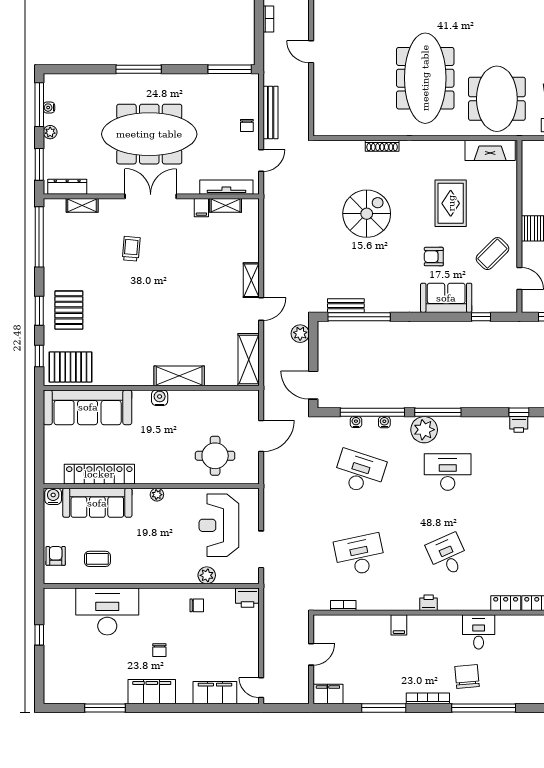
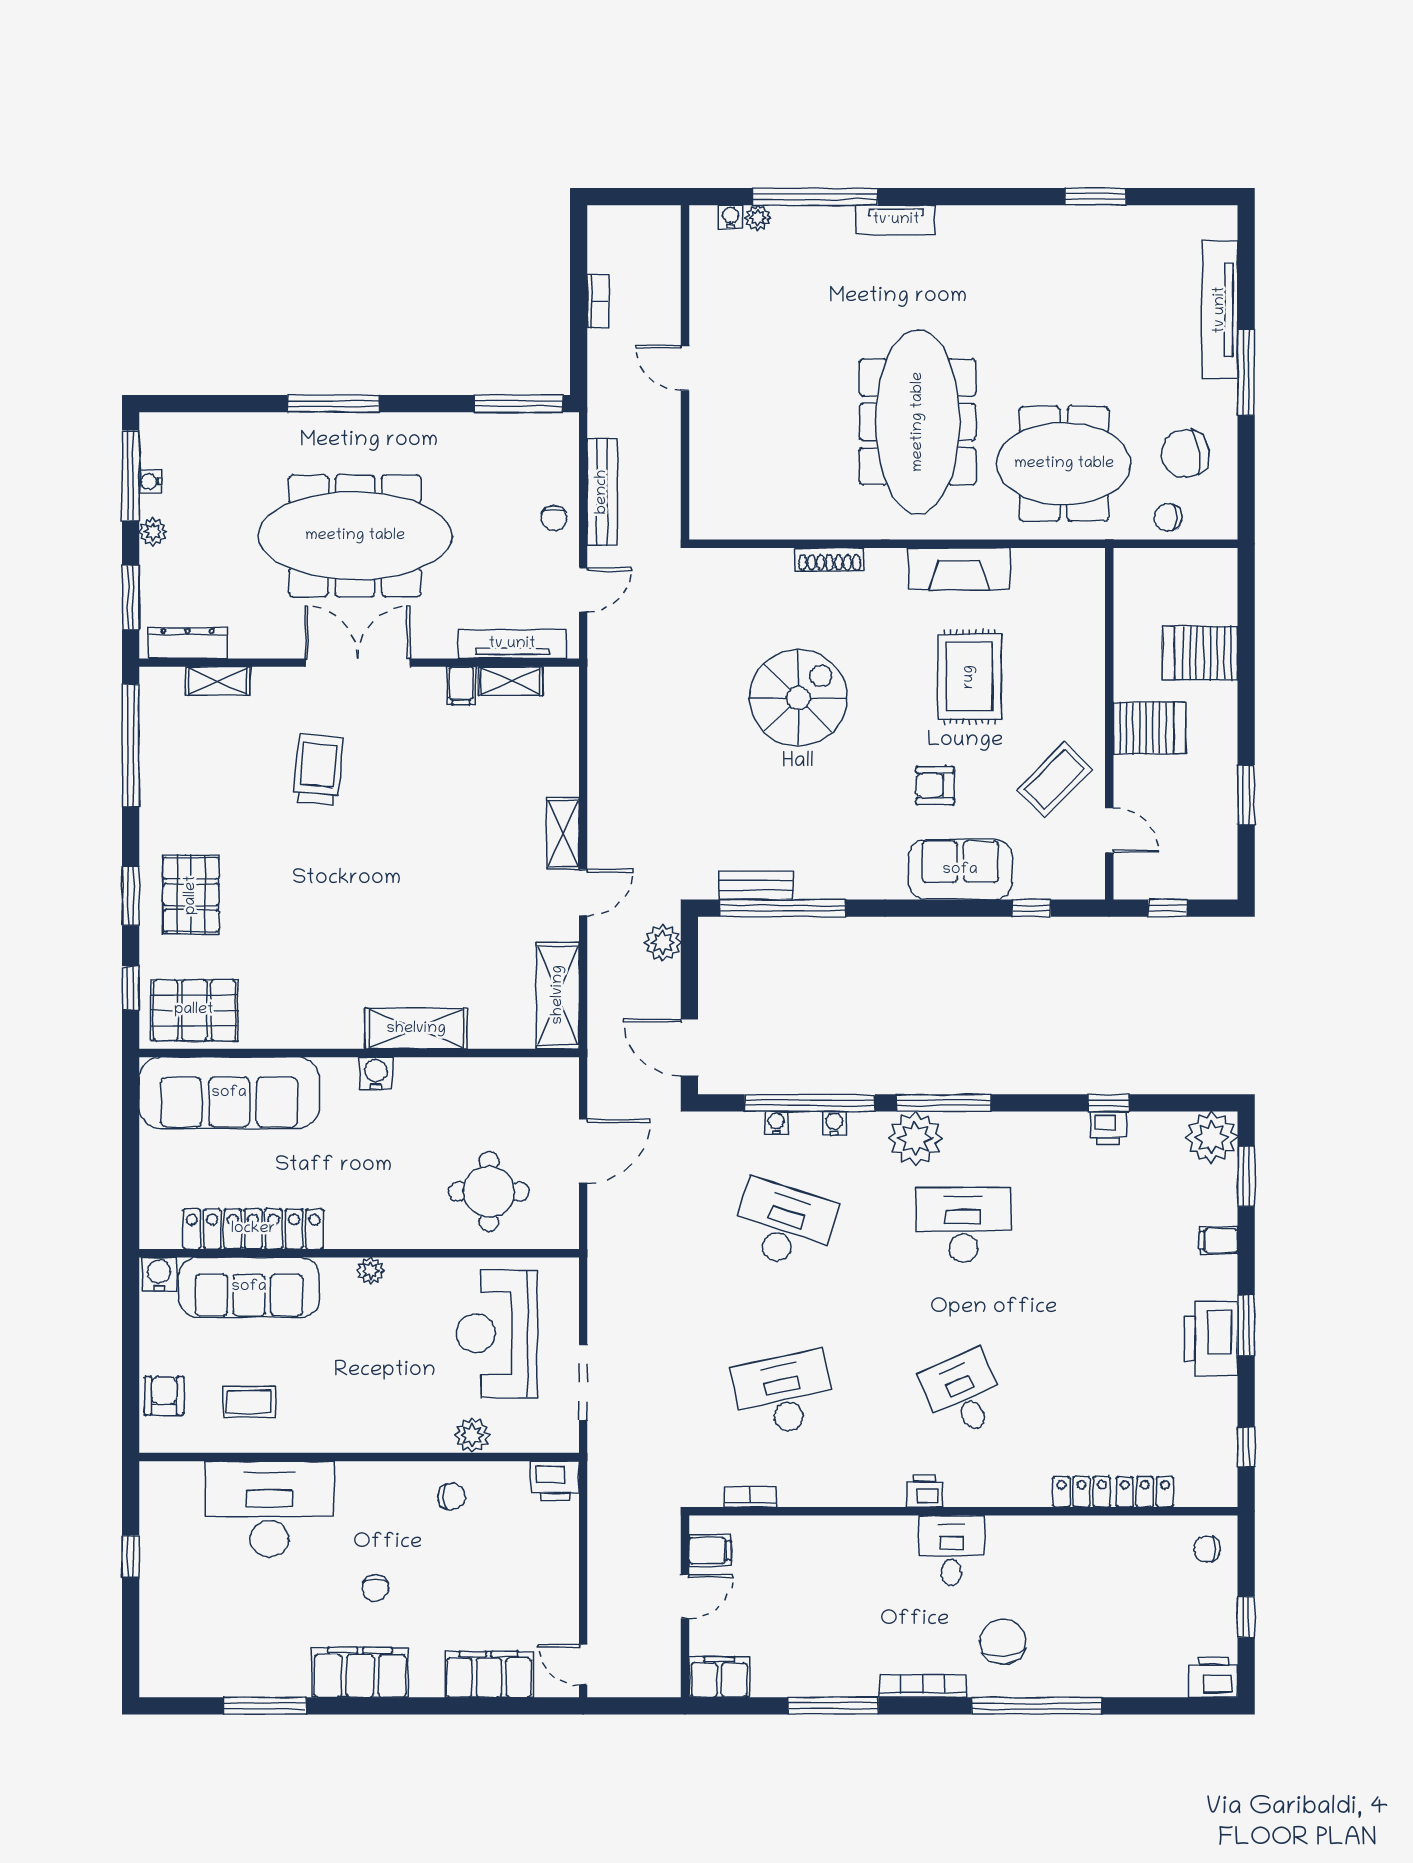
meeting table: (497, 99) -> (1064, 464), turned 90
fireplace: (490, 150) -> (959, 569), moved
trolley: (131, 249) -> (318, 770), width x1.36, depth x1.39
filing cabinet: (399, 625) -> (710, 1551), moved, turned -90
desk: (479, 632) -> (951, 1551), moved

